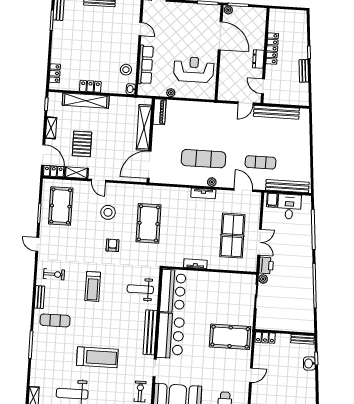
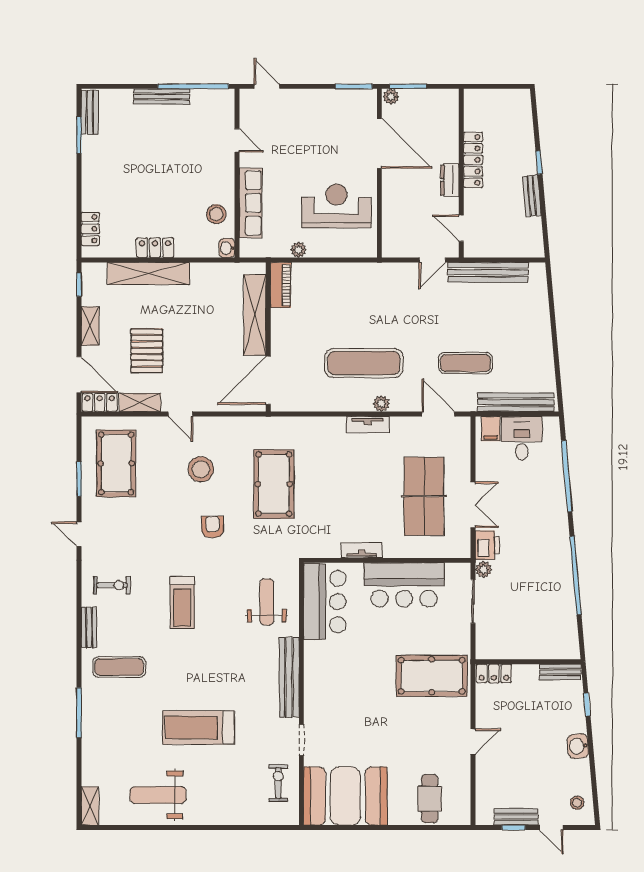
weight bench: (140, 289) -> (267, 602), turned 90
bar counter: (171, 336) -> (404, 585), moved, turned 90
treadmill: (97, 357) -> (198, 728), turned 180
washbasin: (309, 363) -> (578, 746), moved

